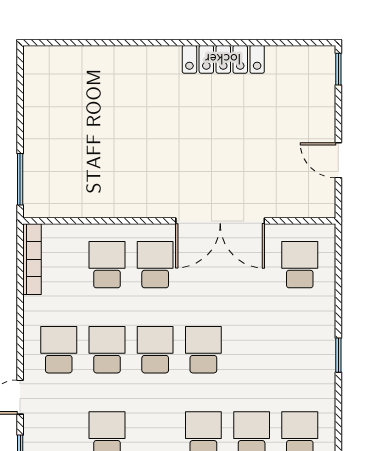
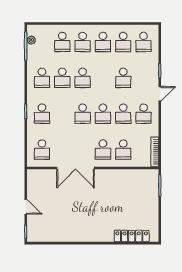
locker: (223, 59) -> (132, 236), moved
door: (338, 160) -> (26, 207), moved
double door: (220, 221) -> (76, 168), swing flipped
school desk: (300, 350) -> (42, 114), added

